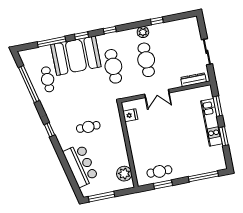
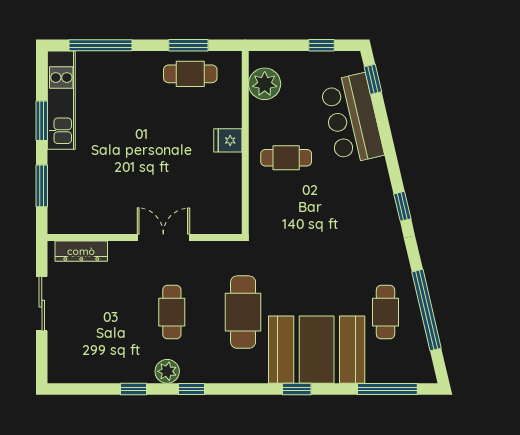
window: (110, 30) -> (191, 389), moved
window: (52, 42) -> (387, 389), moved
cafe table: (146, 60) -> (172, 312), width x0.73, depth x0.74
fridge: (130, 115) -> (228, 140), moved
kitchen unit: (212, 122) -> (61, 100), moved
cafe table: (88, 127) -> (286, 158), moved
window: (75, 186) -> (373, 79), added
window: (102, 197) -> (321, 45), width x0.46

